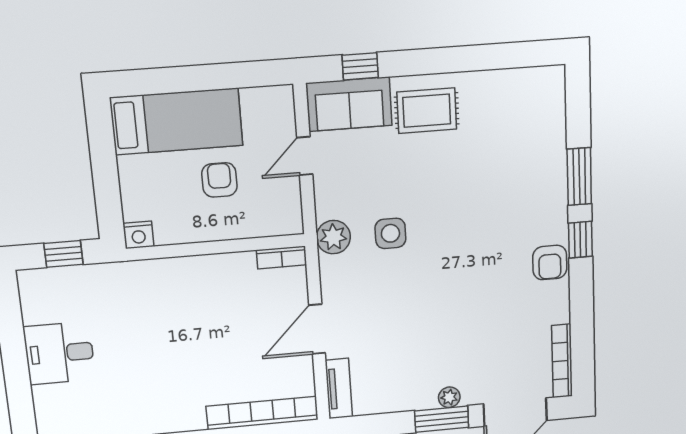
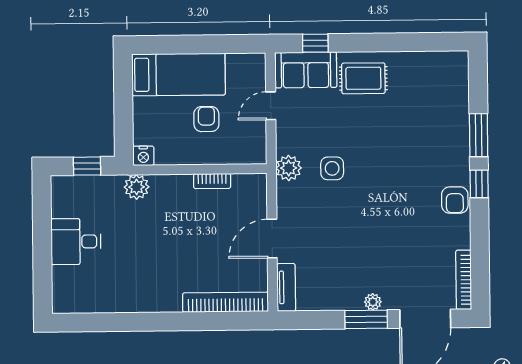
bookcase: (282, 257) -> (212, 181), moved
plant: (133, 277) -> (137, 187), added

